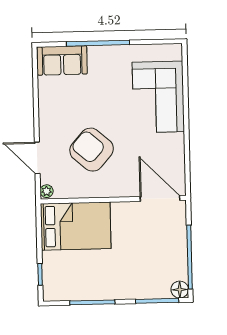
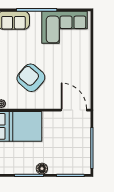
corner sofa: (158, 97) -> (65, 27), moved, turned -90
floor lamp: (180, 290) -> (42, 169), moved

